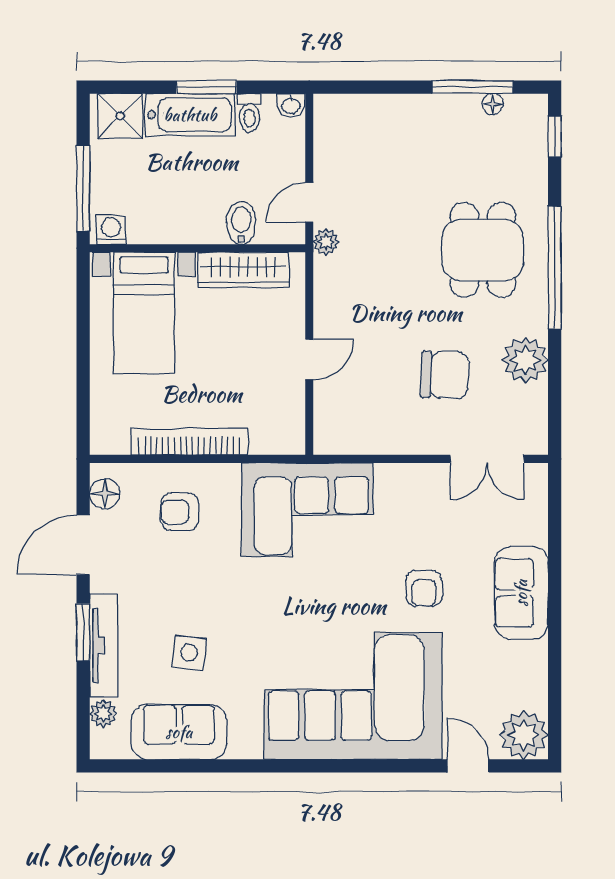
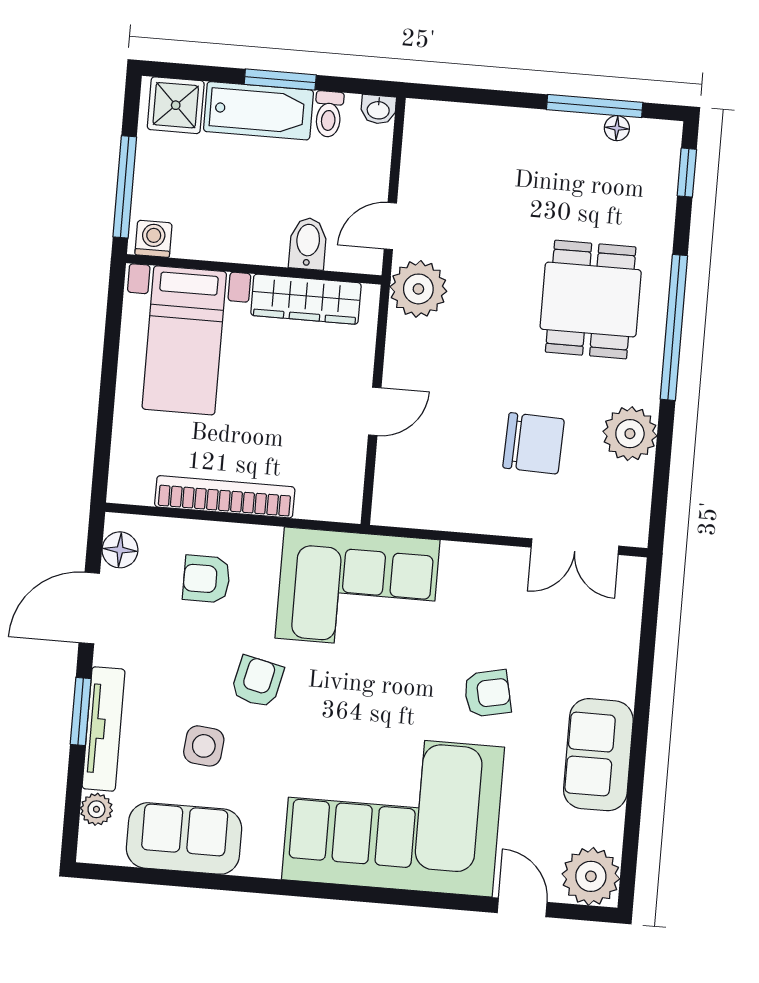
plant: (326, 242) -> (418, 289), width x1.87, depth x1.87
armchair: (424, 588) -> (487, 693), turned -102
sofa: (521, 593) -> (598, 755), moved
armchair: (230, 595) -> (257, 682), added

